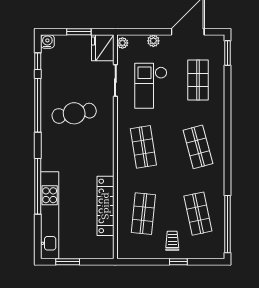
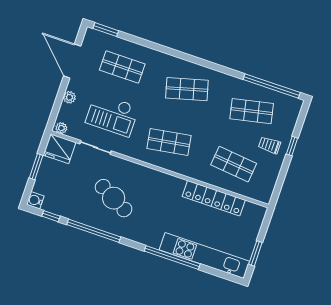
cafe table: (74, 113) -> (114, 198), turned -52

